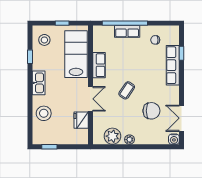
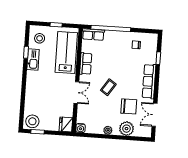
row of seats: (127, 31) -> (93, 35), moved
row of seats: (173, 65) -> (149, 81), moved
kitchen sink: (39, 83) -> (33, 60), moved
stool: (44, 113) -> (32, 121), moved
fridge: (81, 120) -> (66, 124), moved
plant: (112, 136) -> (127, 129), moved
water cooler: (174, 139) -> (81, 128), moved

